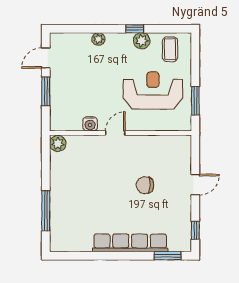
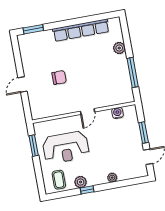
water cooler: (90, 124) -> (118, 113), moved
plant: (58, 143) -> (119, 48), moved
window: (46, 211) -> (133, 72), moved
window: (195, 230) -> (17, 51), removed
row of seats: (130, 243) -> (81, 30), moved

